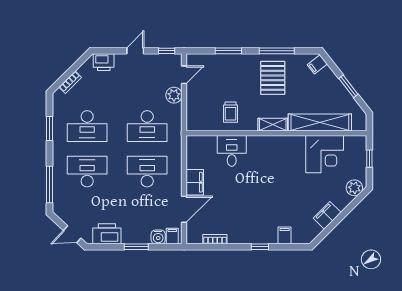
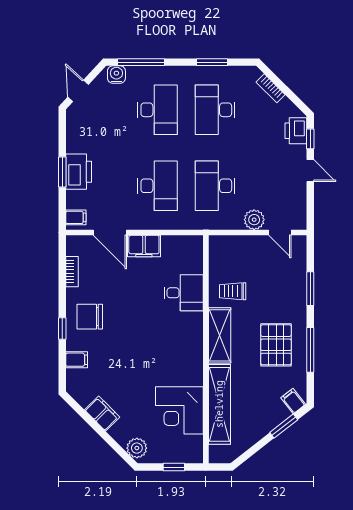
window: (167, 51) -> (310, 139), moved
pallet: (273, 78) -> (276, 345), turned 90
window: (348, 86) -> (284, 426), moved
shelving: (273, 125) -> (220, 335), width x1.50, depth x1.33
chair: (251, 225) -> (90, 317), added
printer: (107, 234) -> (79, 172), moved
water cooler: (158, 237) -> (116, 75), moved, turned 90

